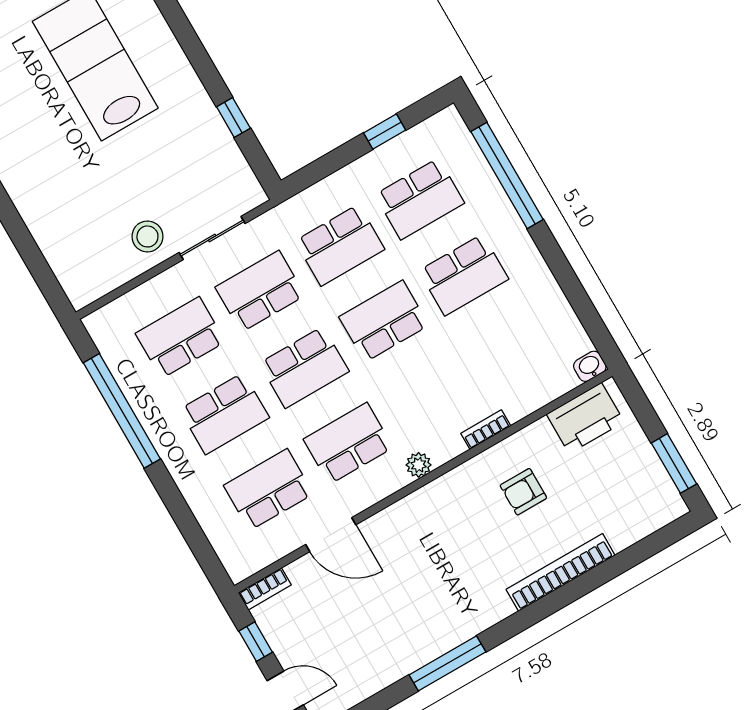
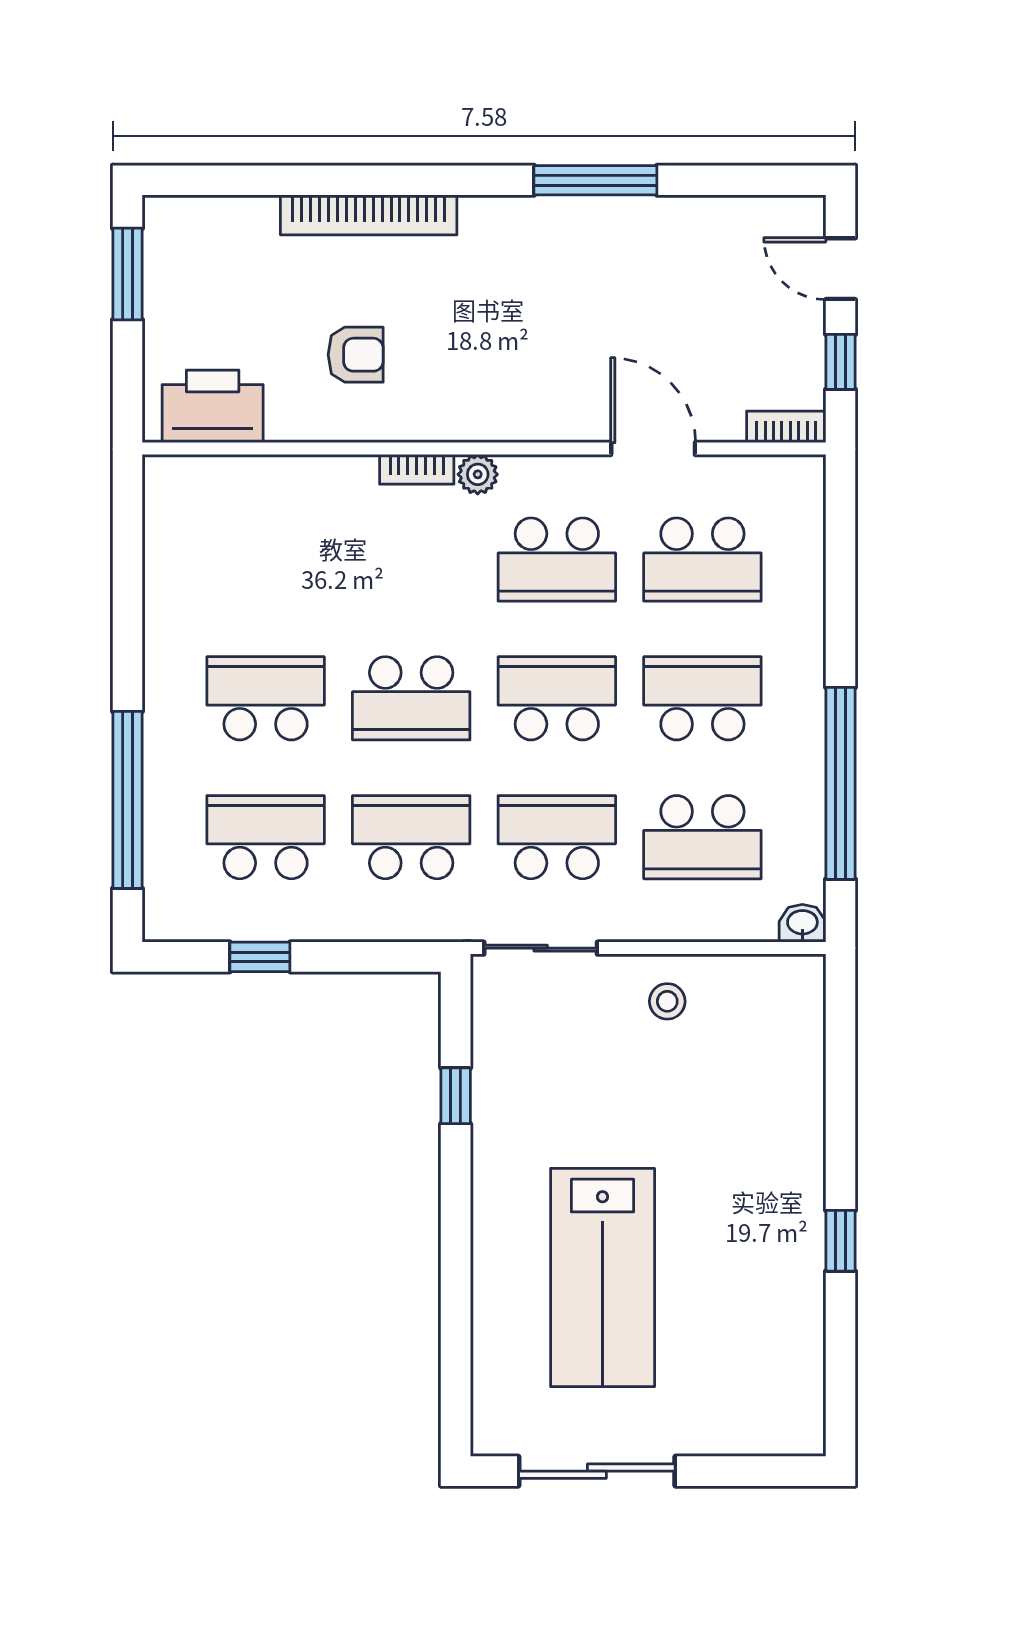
stool: (147, 236) -> (667, 1001), width x0.73, depth x0.73
sliding door: (212, 238) -> (541, 948), moved
school desk: (260, 291) -> (557, 837), turned 180
washbasin: (590, 366) -> (802, 923), moved, turned 180
bookcase: (486, 430) -> (417, 469), moved

